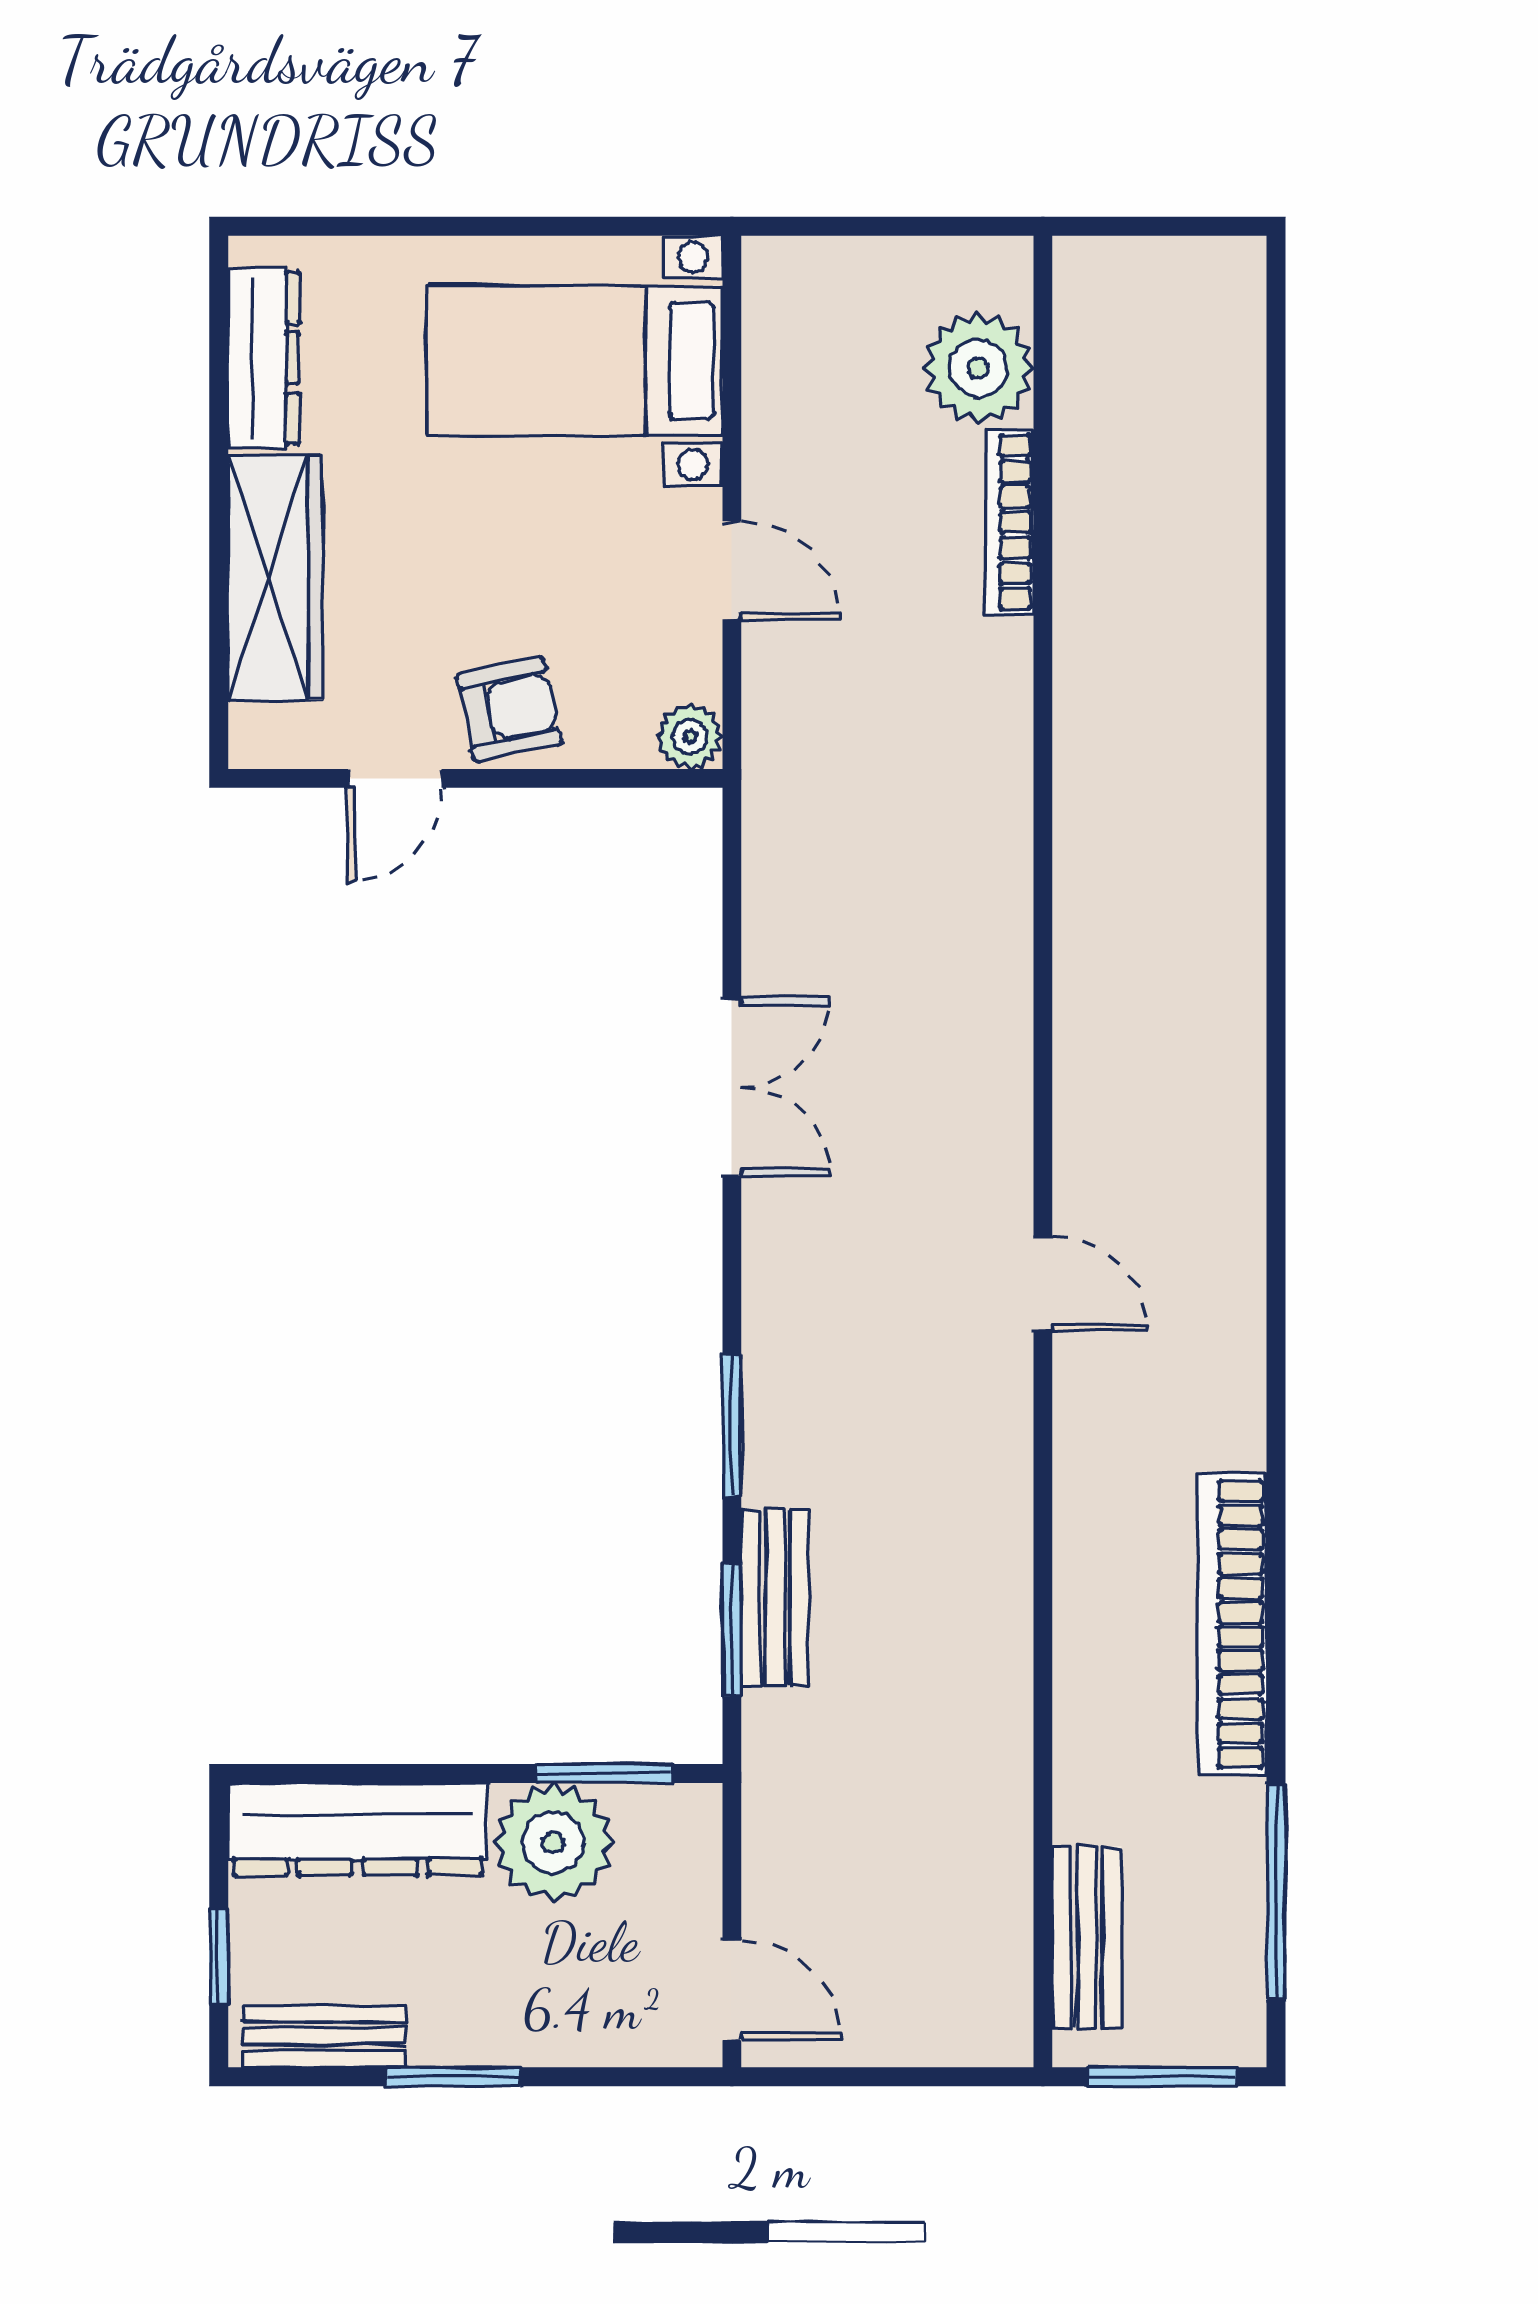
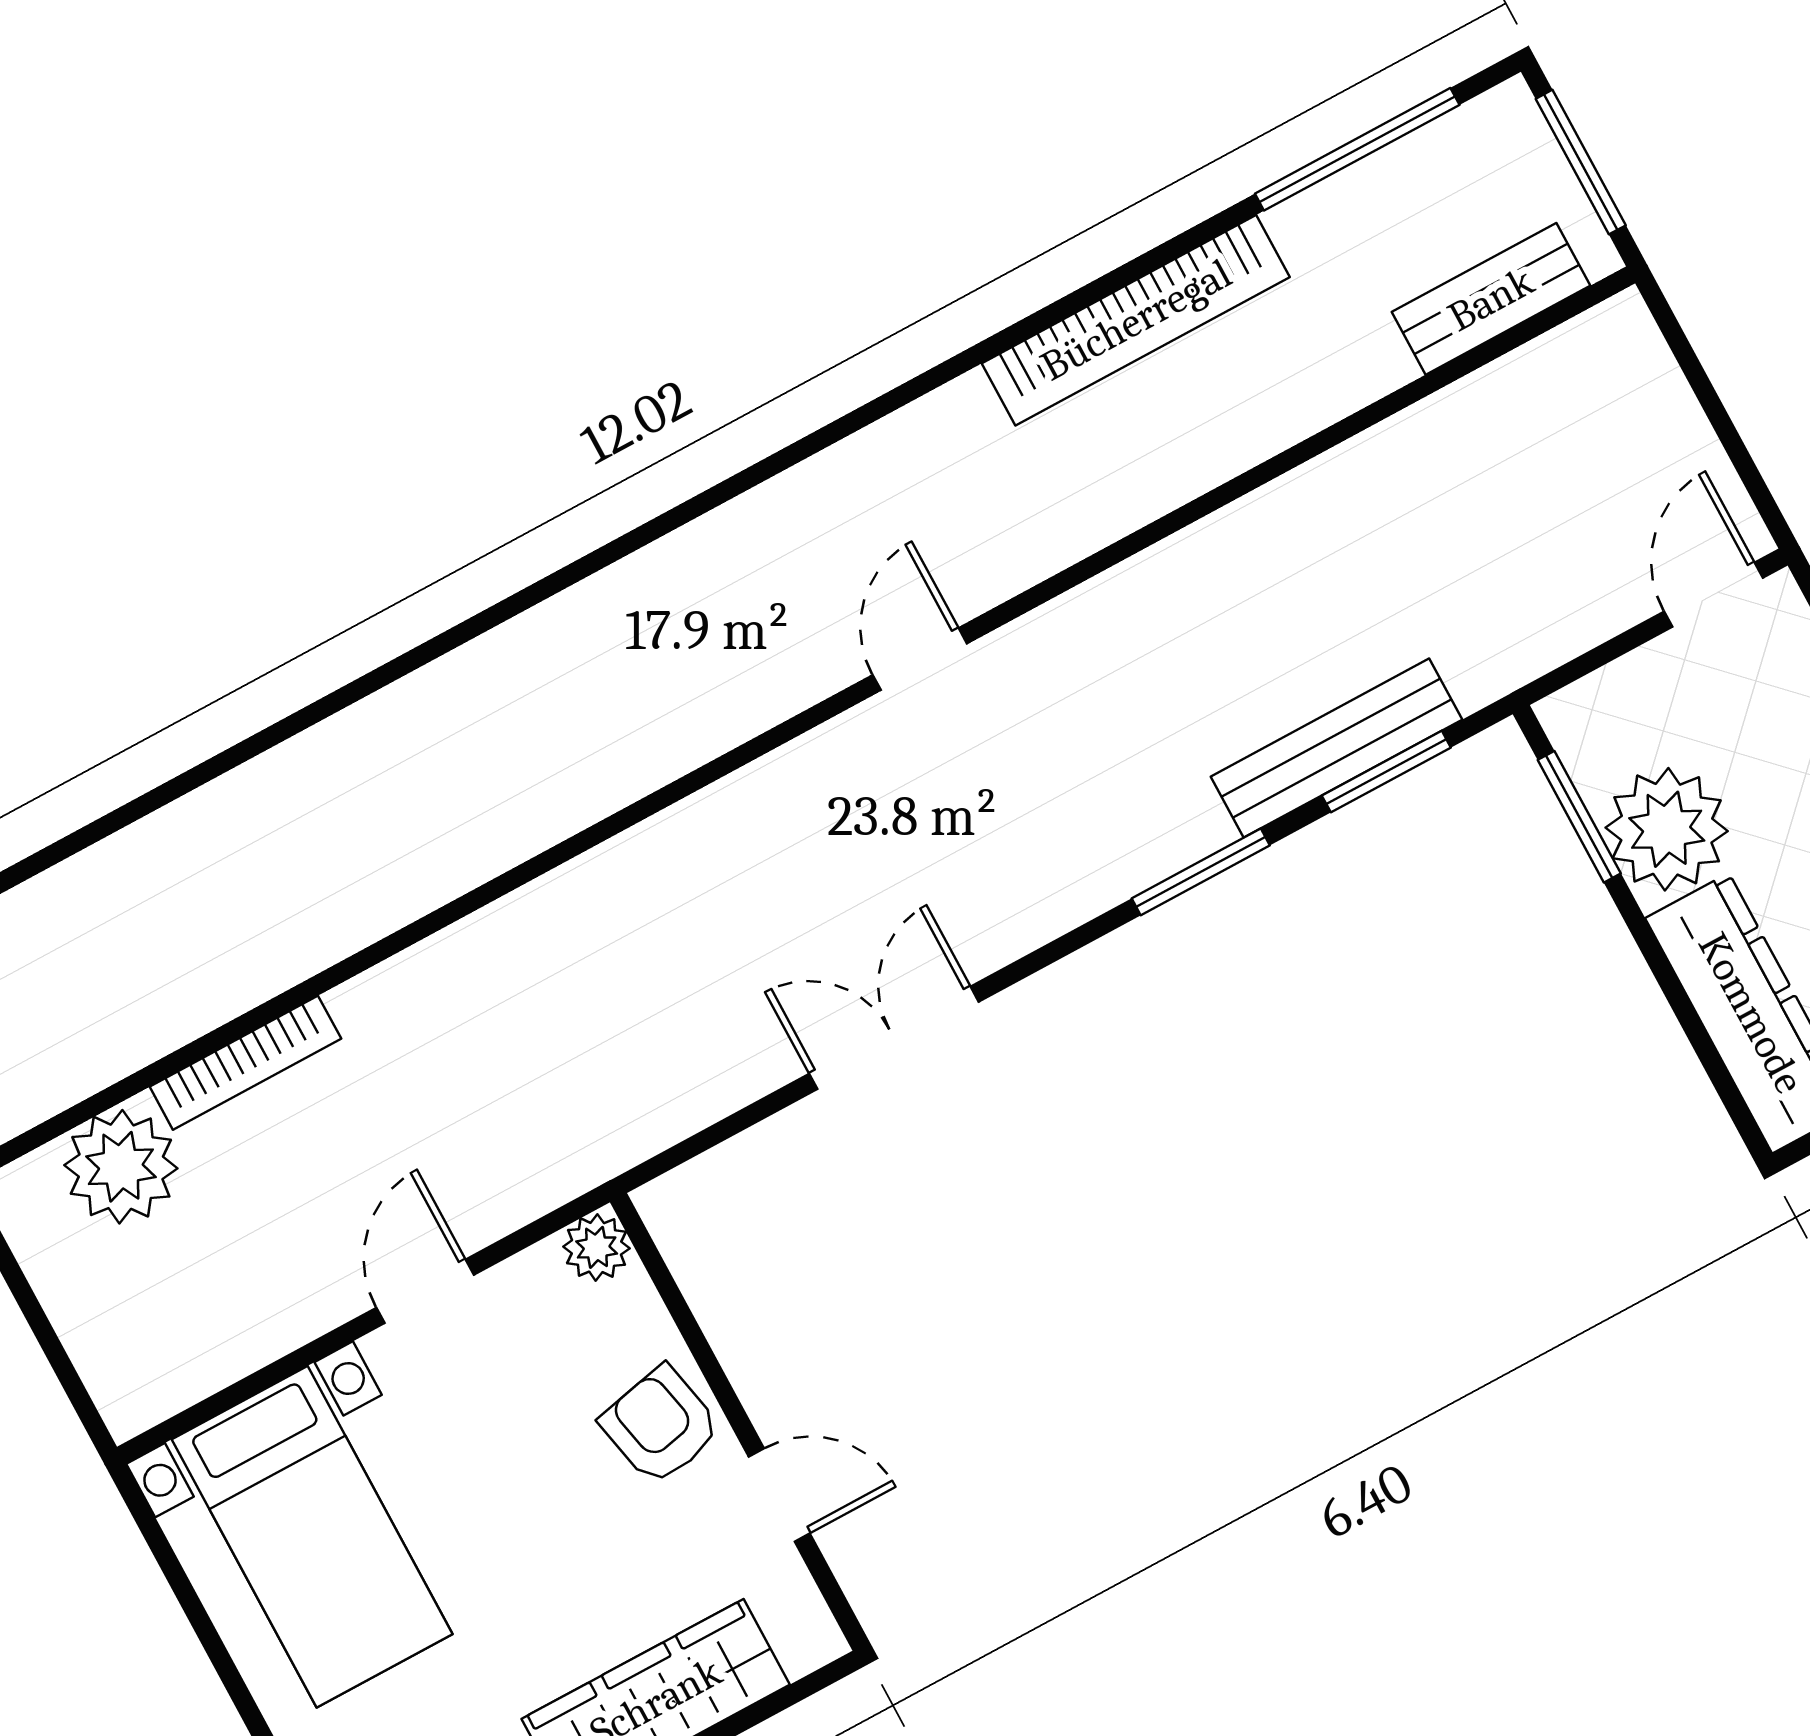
bench: (775, 1598) -> (1336, 748), width x1.36

